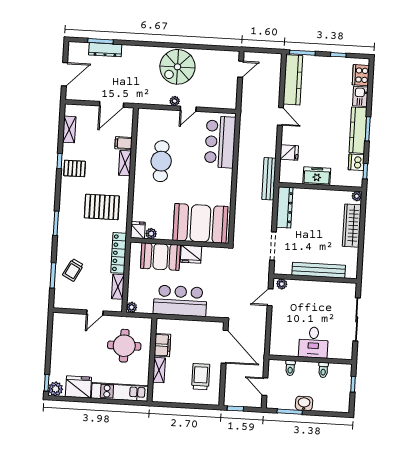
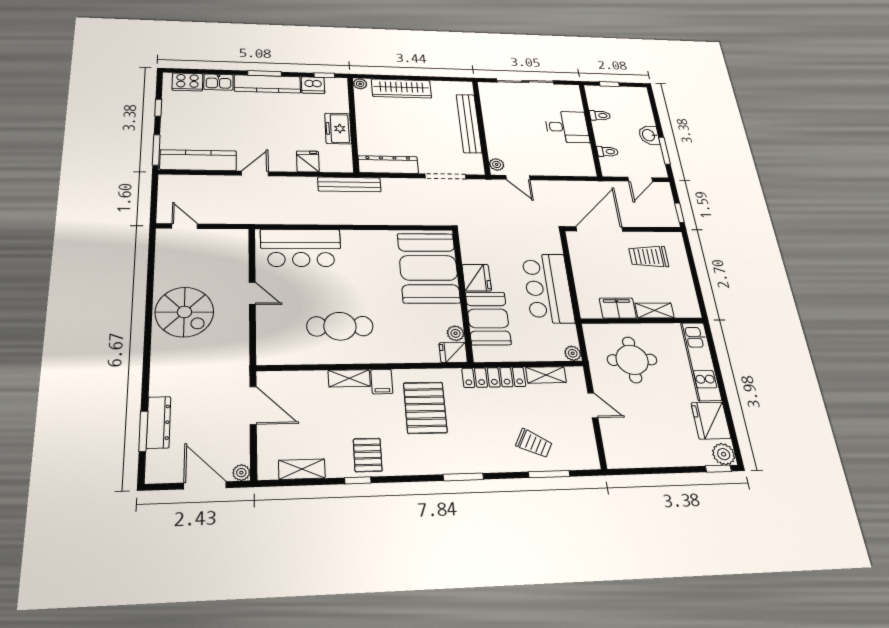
plant: (175, 101) -> (241, 473), moved
filing cabinet: (123, 143) -> (382, 382), moved

